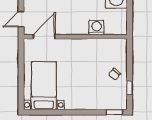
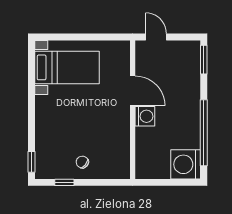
washing machine: (97, 27) -> (145, 116), moved
door: (44, 37) -> (133, 91), moved

